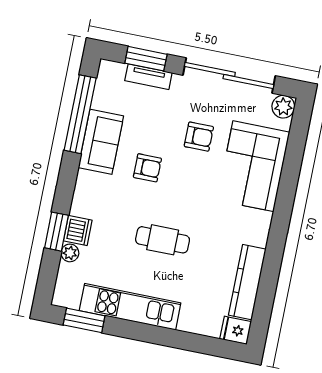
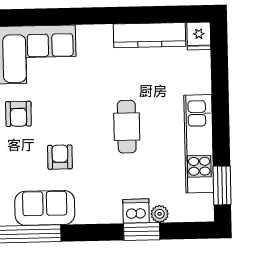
armchair: (199, 137) -> (18, 114), turned 180

